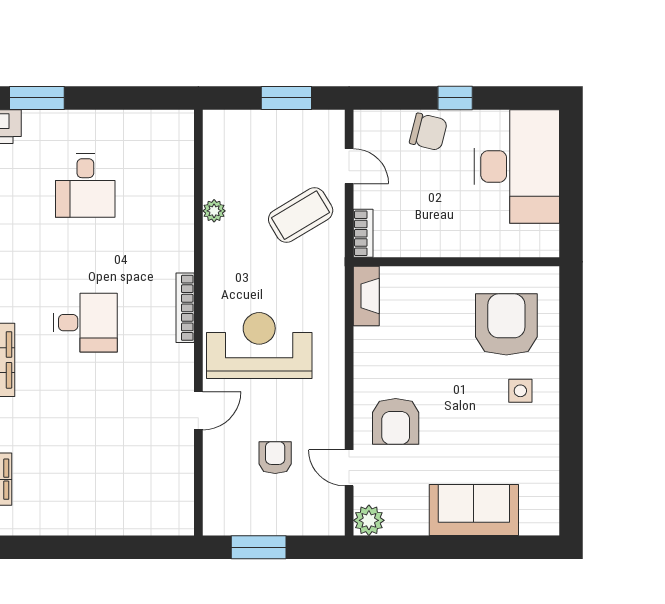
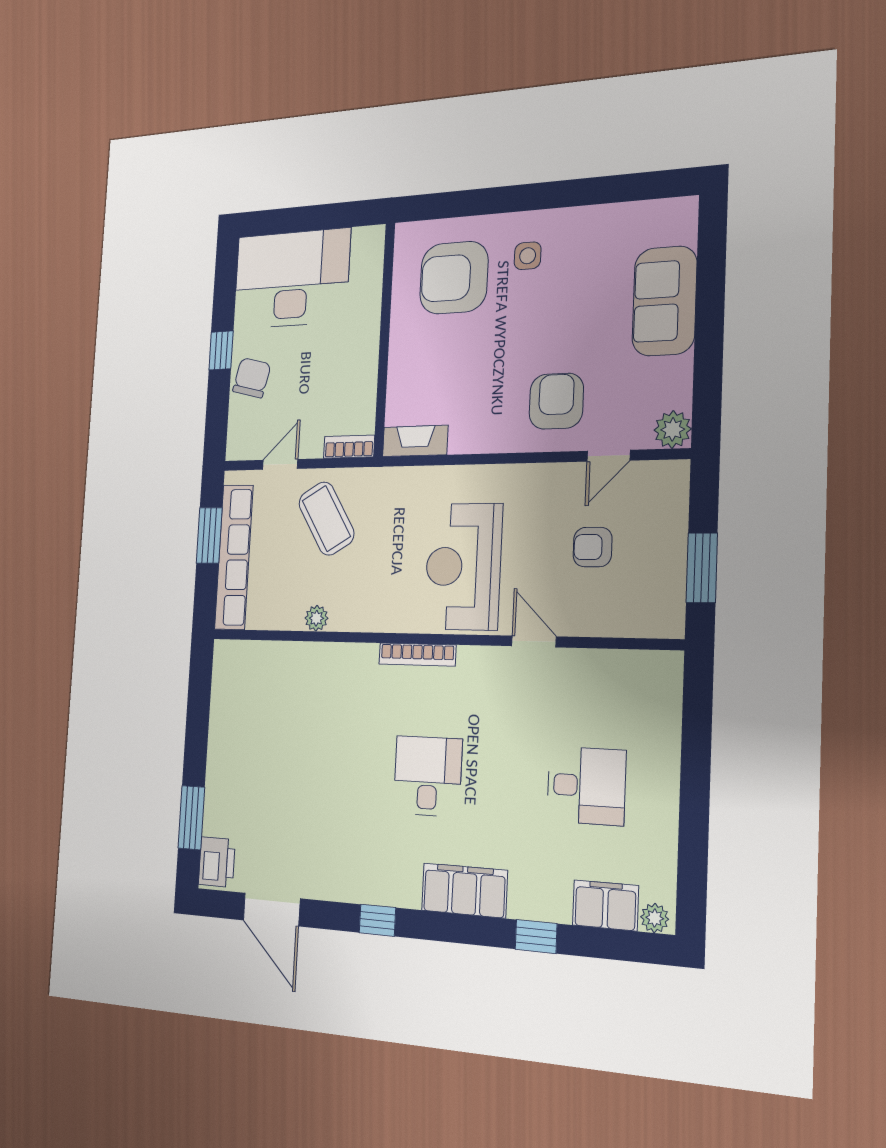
row of seats: (267, 125) -> (234, 557), added
desk: (85, 185) -> (586, 786), moved
armchair: (396, 421) -> (556, 401), turned -90

